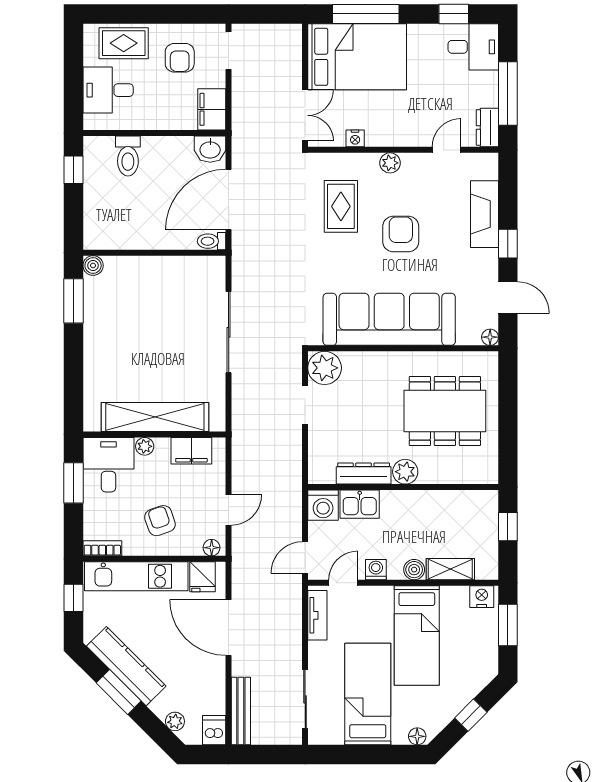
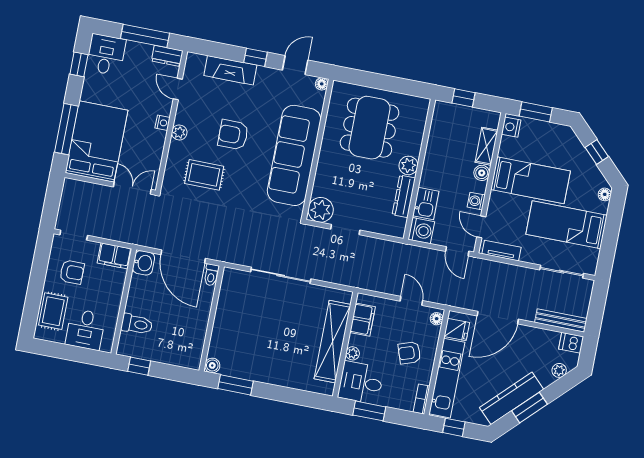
nightstand: (355, 138) -> (162, 123), moved

